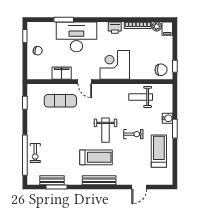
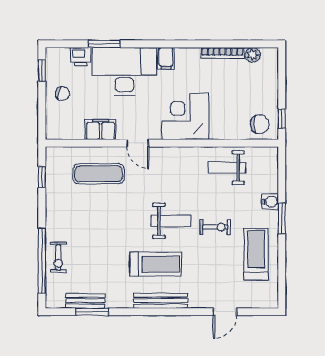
printer: (115, 28) -> (81, 57), moved
filing cabinet: (167, 29) -> (166, 58), moved
weight bench: (105, 130) -> (171, 221), turned -90

